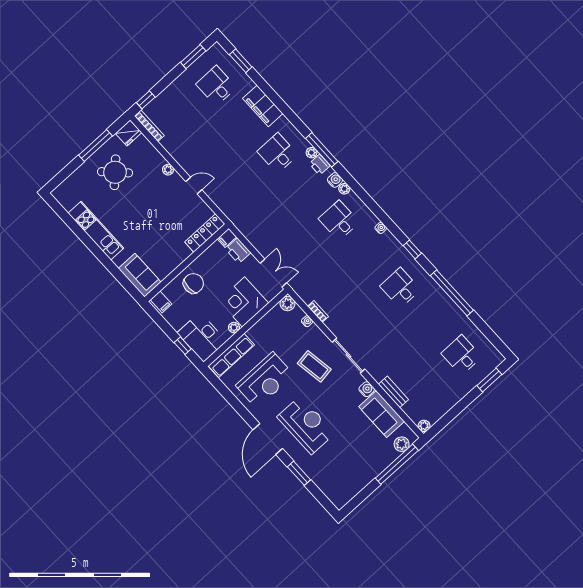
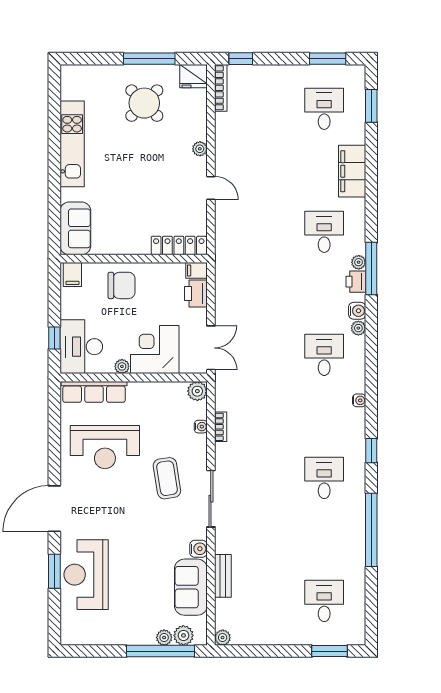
reception desk: (306, 425) -> (86, 575), moved, turned 180
plant: (392, 455) -> (164, 638), added

